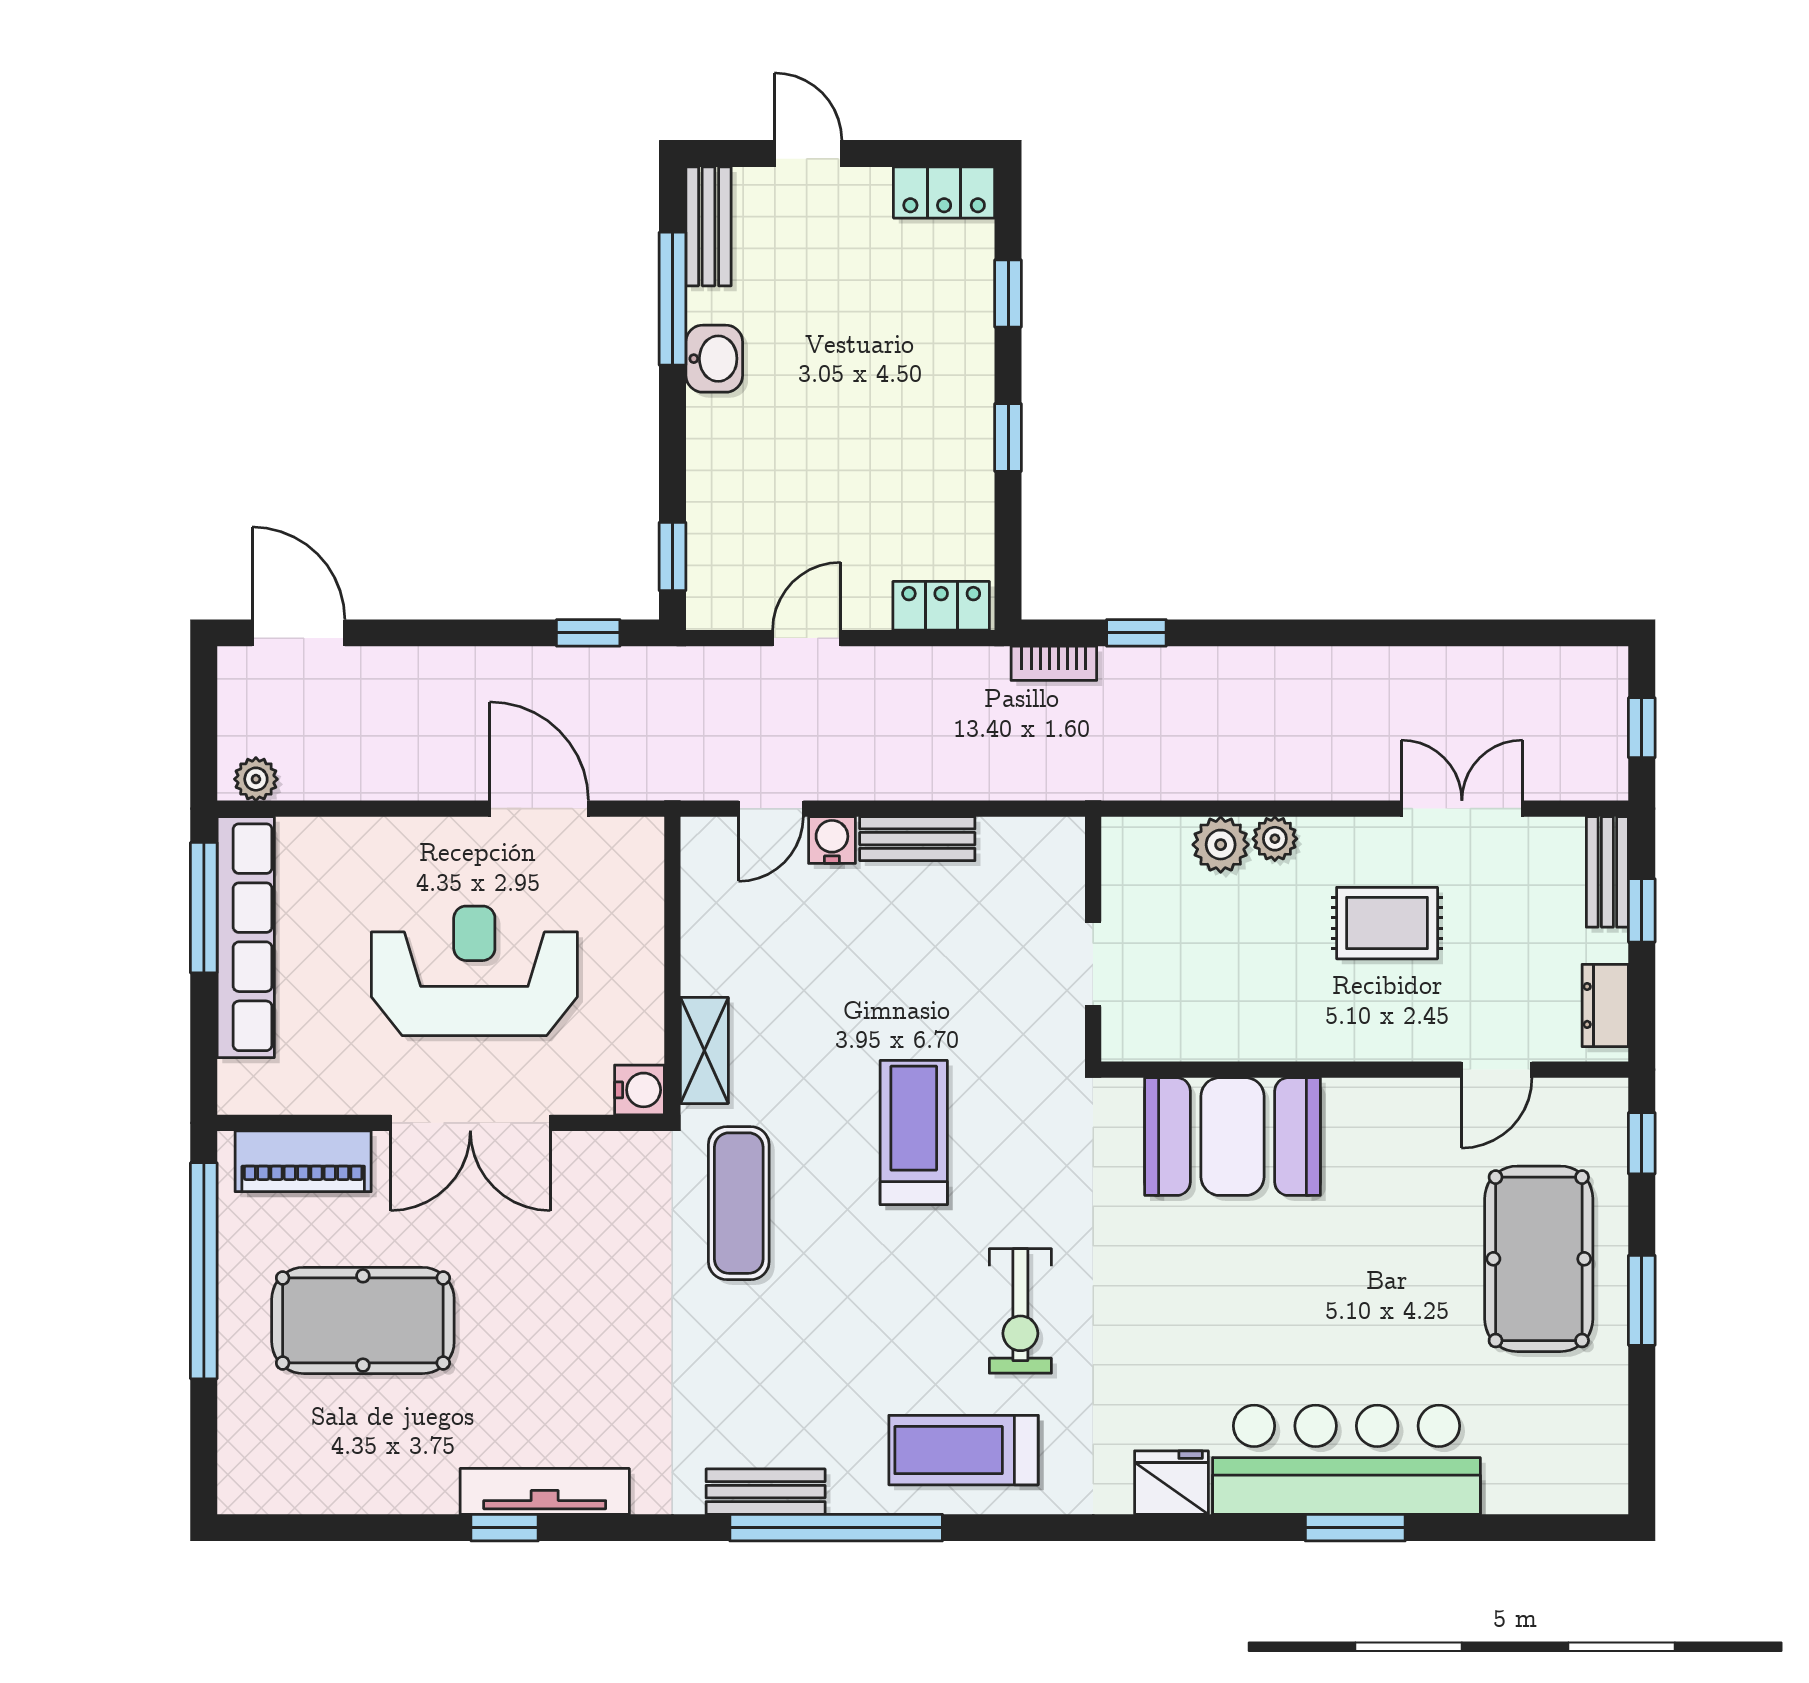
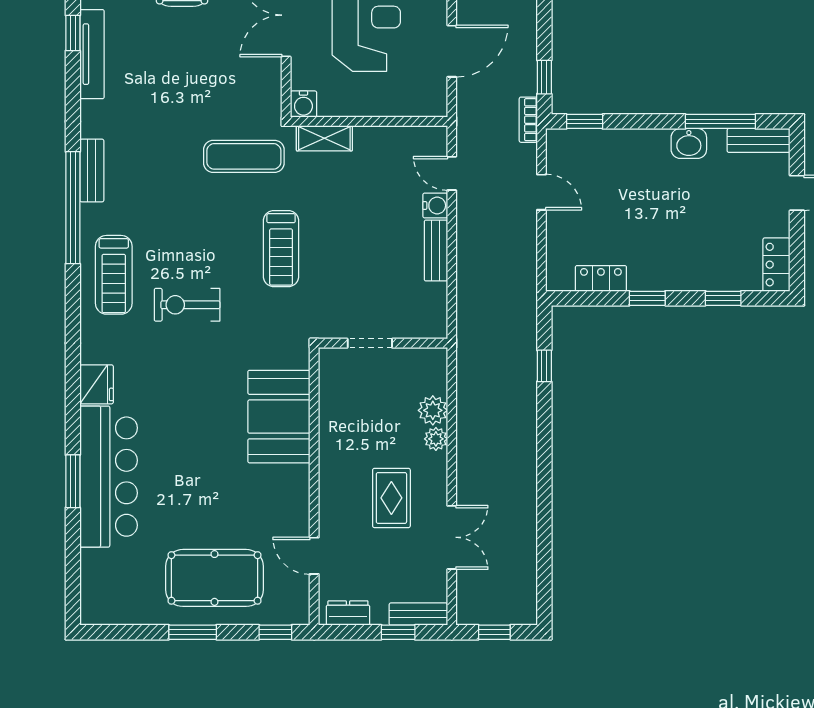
locker: (941, 606) -> (601, 278), moved, turned -90
bookcase: (1054, 663) -> (528, 120), moved
treadmill: (914, 1133) -> (281, 249), turned 90
treadmill: (963, 1450) -> (114, 275), turned 180

